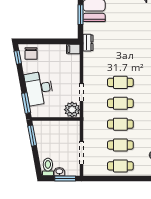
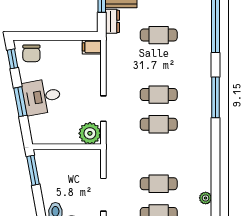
dresser: (88, 43) -> (112, 21), moved
desk: (39, 88) -> (42, 97), width x0.73
window: (26, 103) -> (20, 102), moved
cafe table: (120, 124) -> (159, 35), moved

